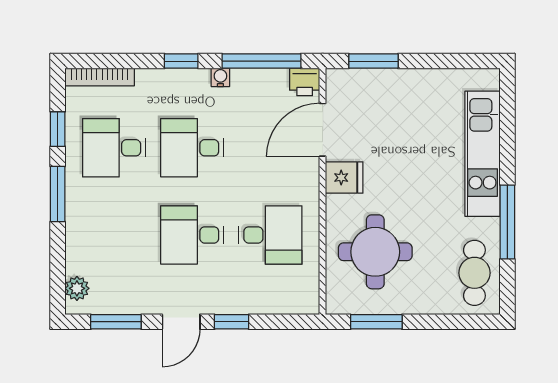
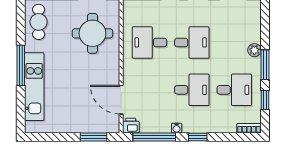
bookcase: (100, 77) -> (249, 128), width x0.64
door: (323, 130) -> (121, 100), swing flipped
fridge: (344, 178) -> (109, 74), removed
window: (507, 222) -> (21, 65), moved
plant: (77, 288) -> (254, 50), moved

